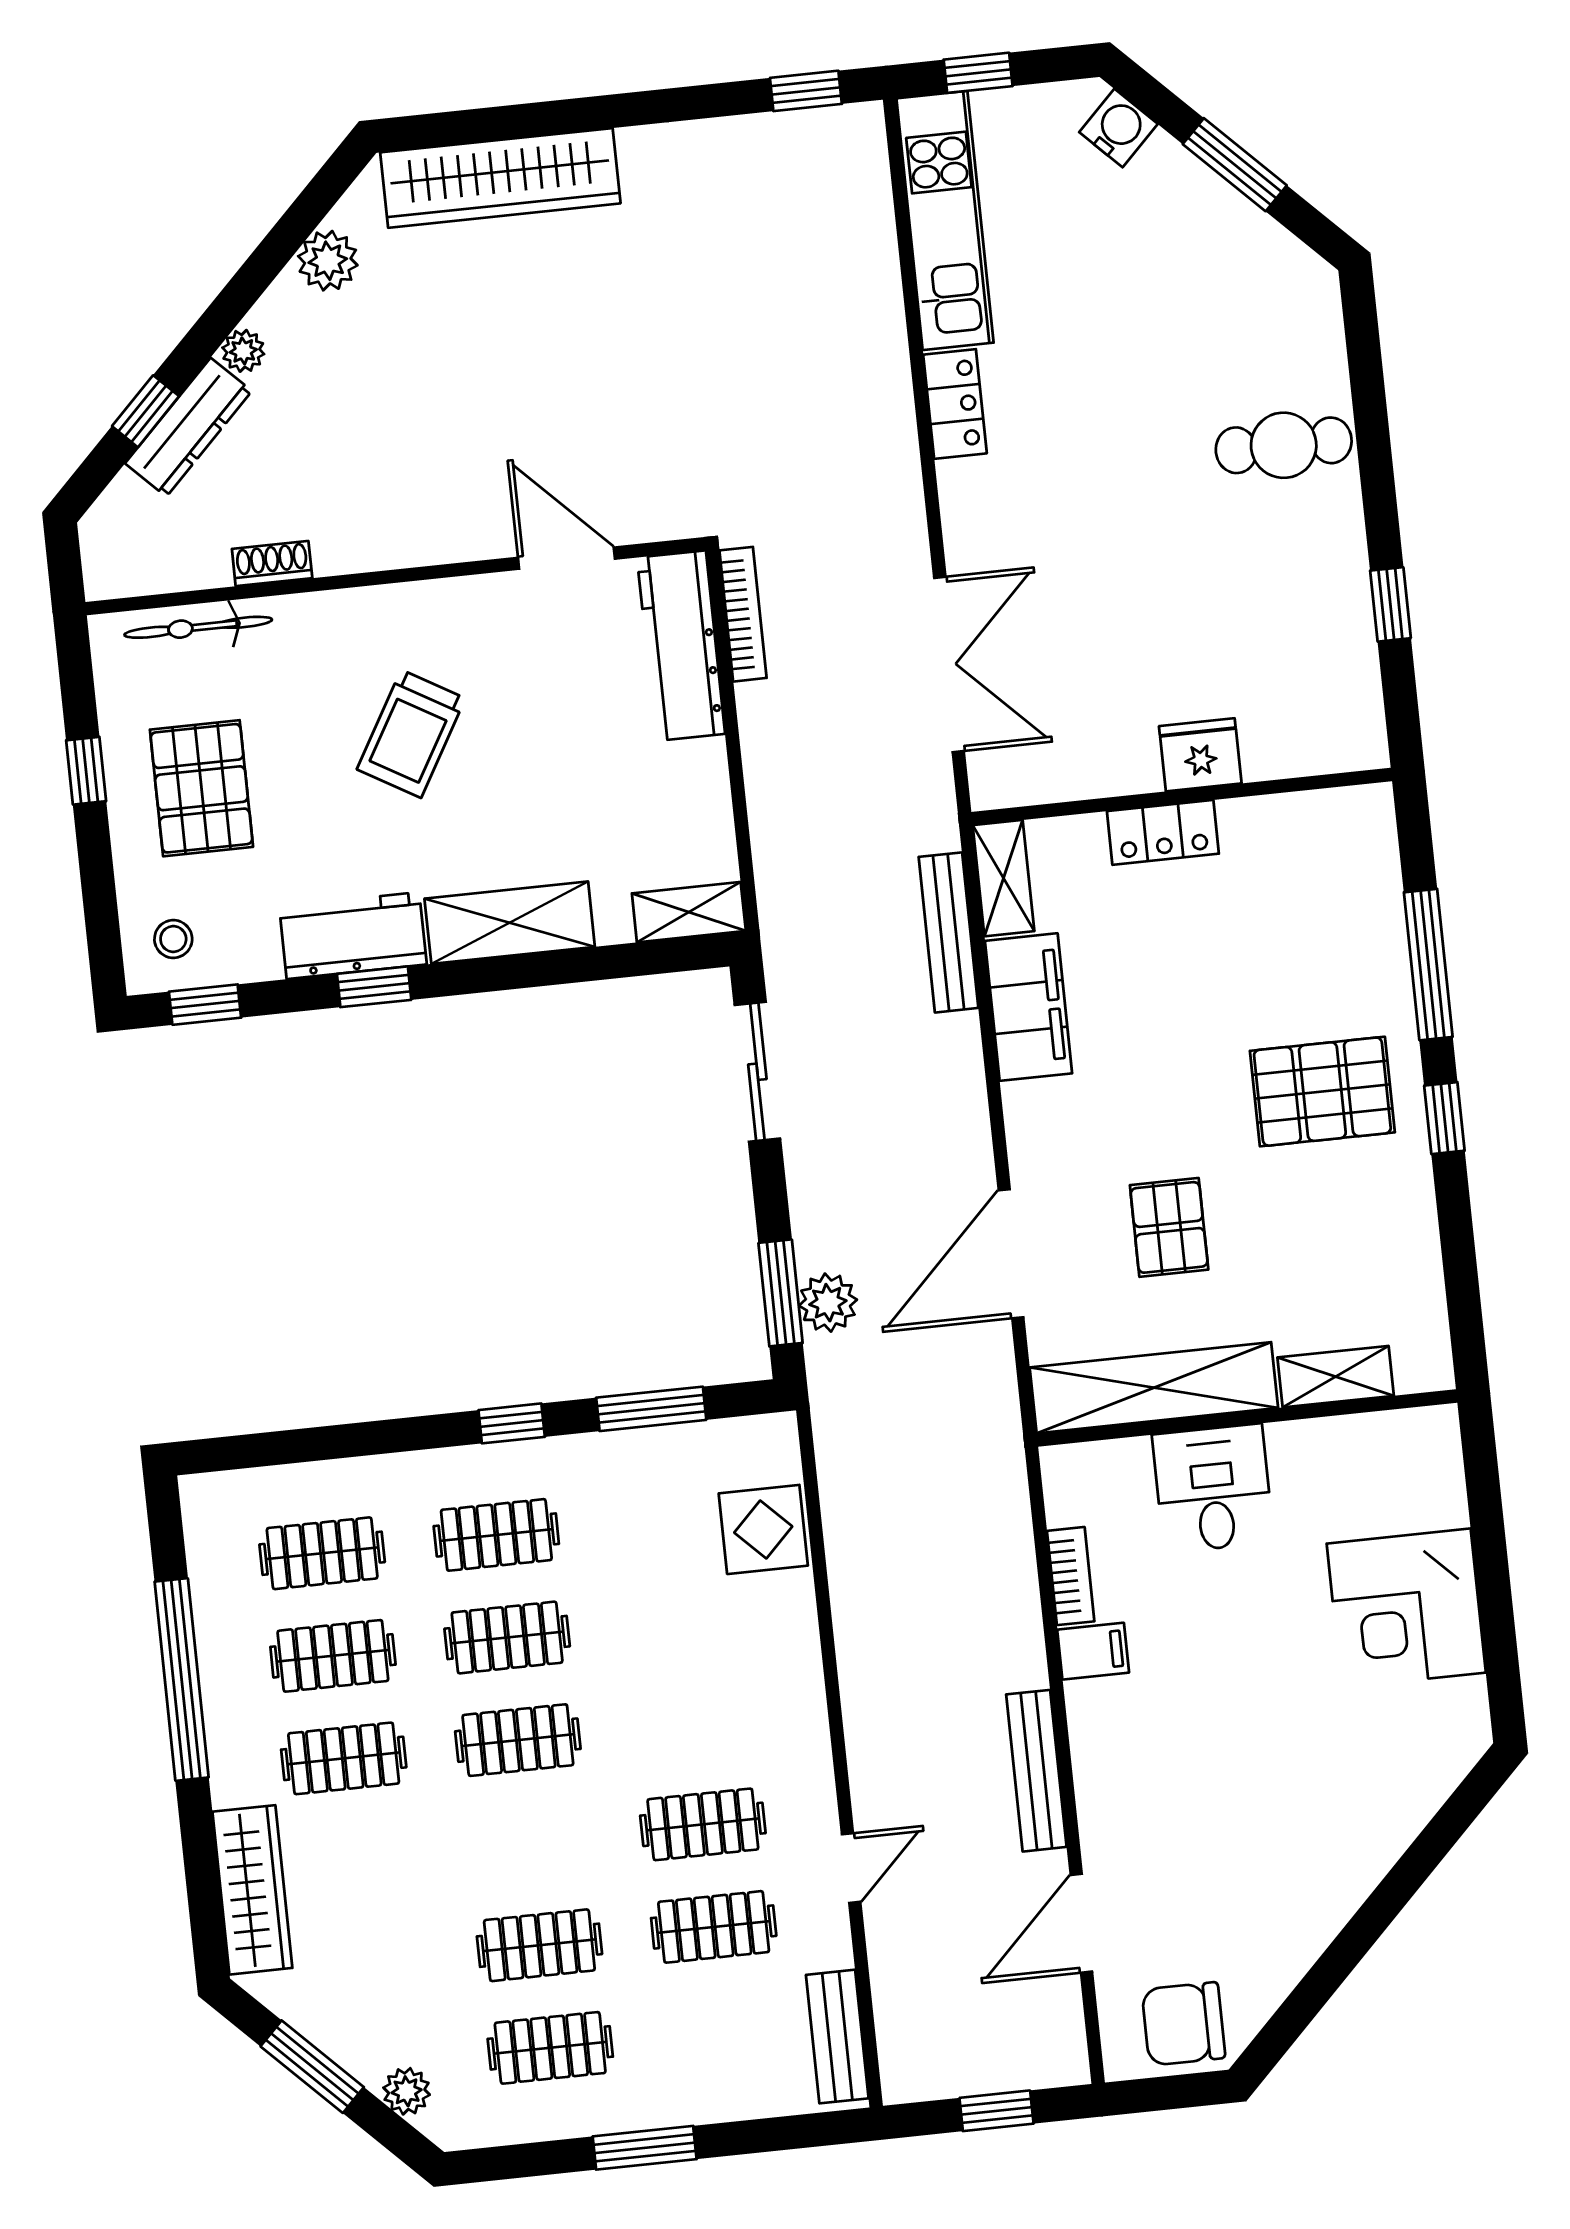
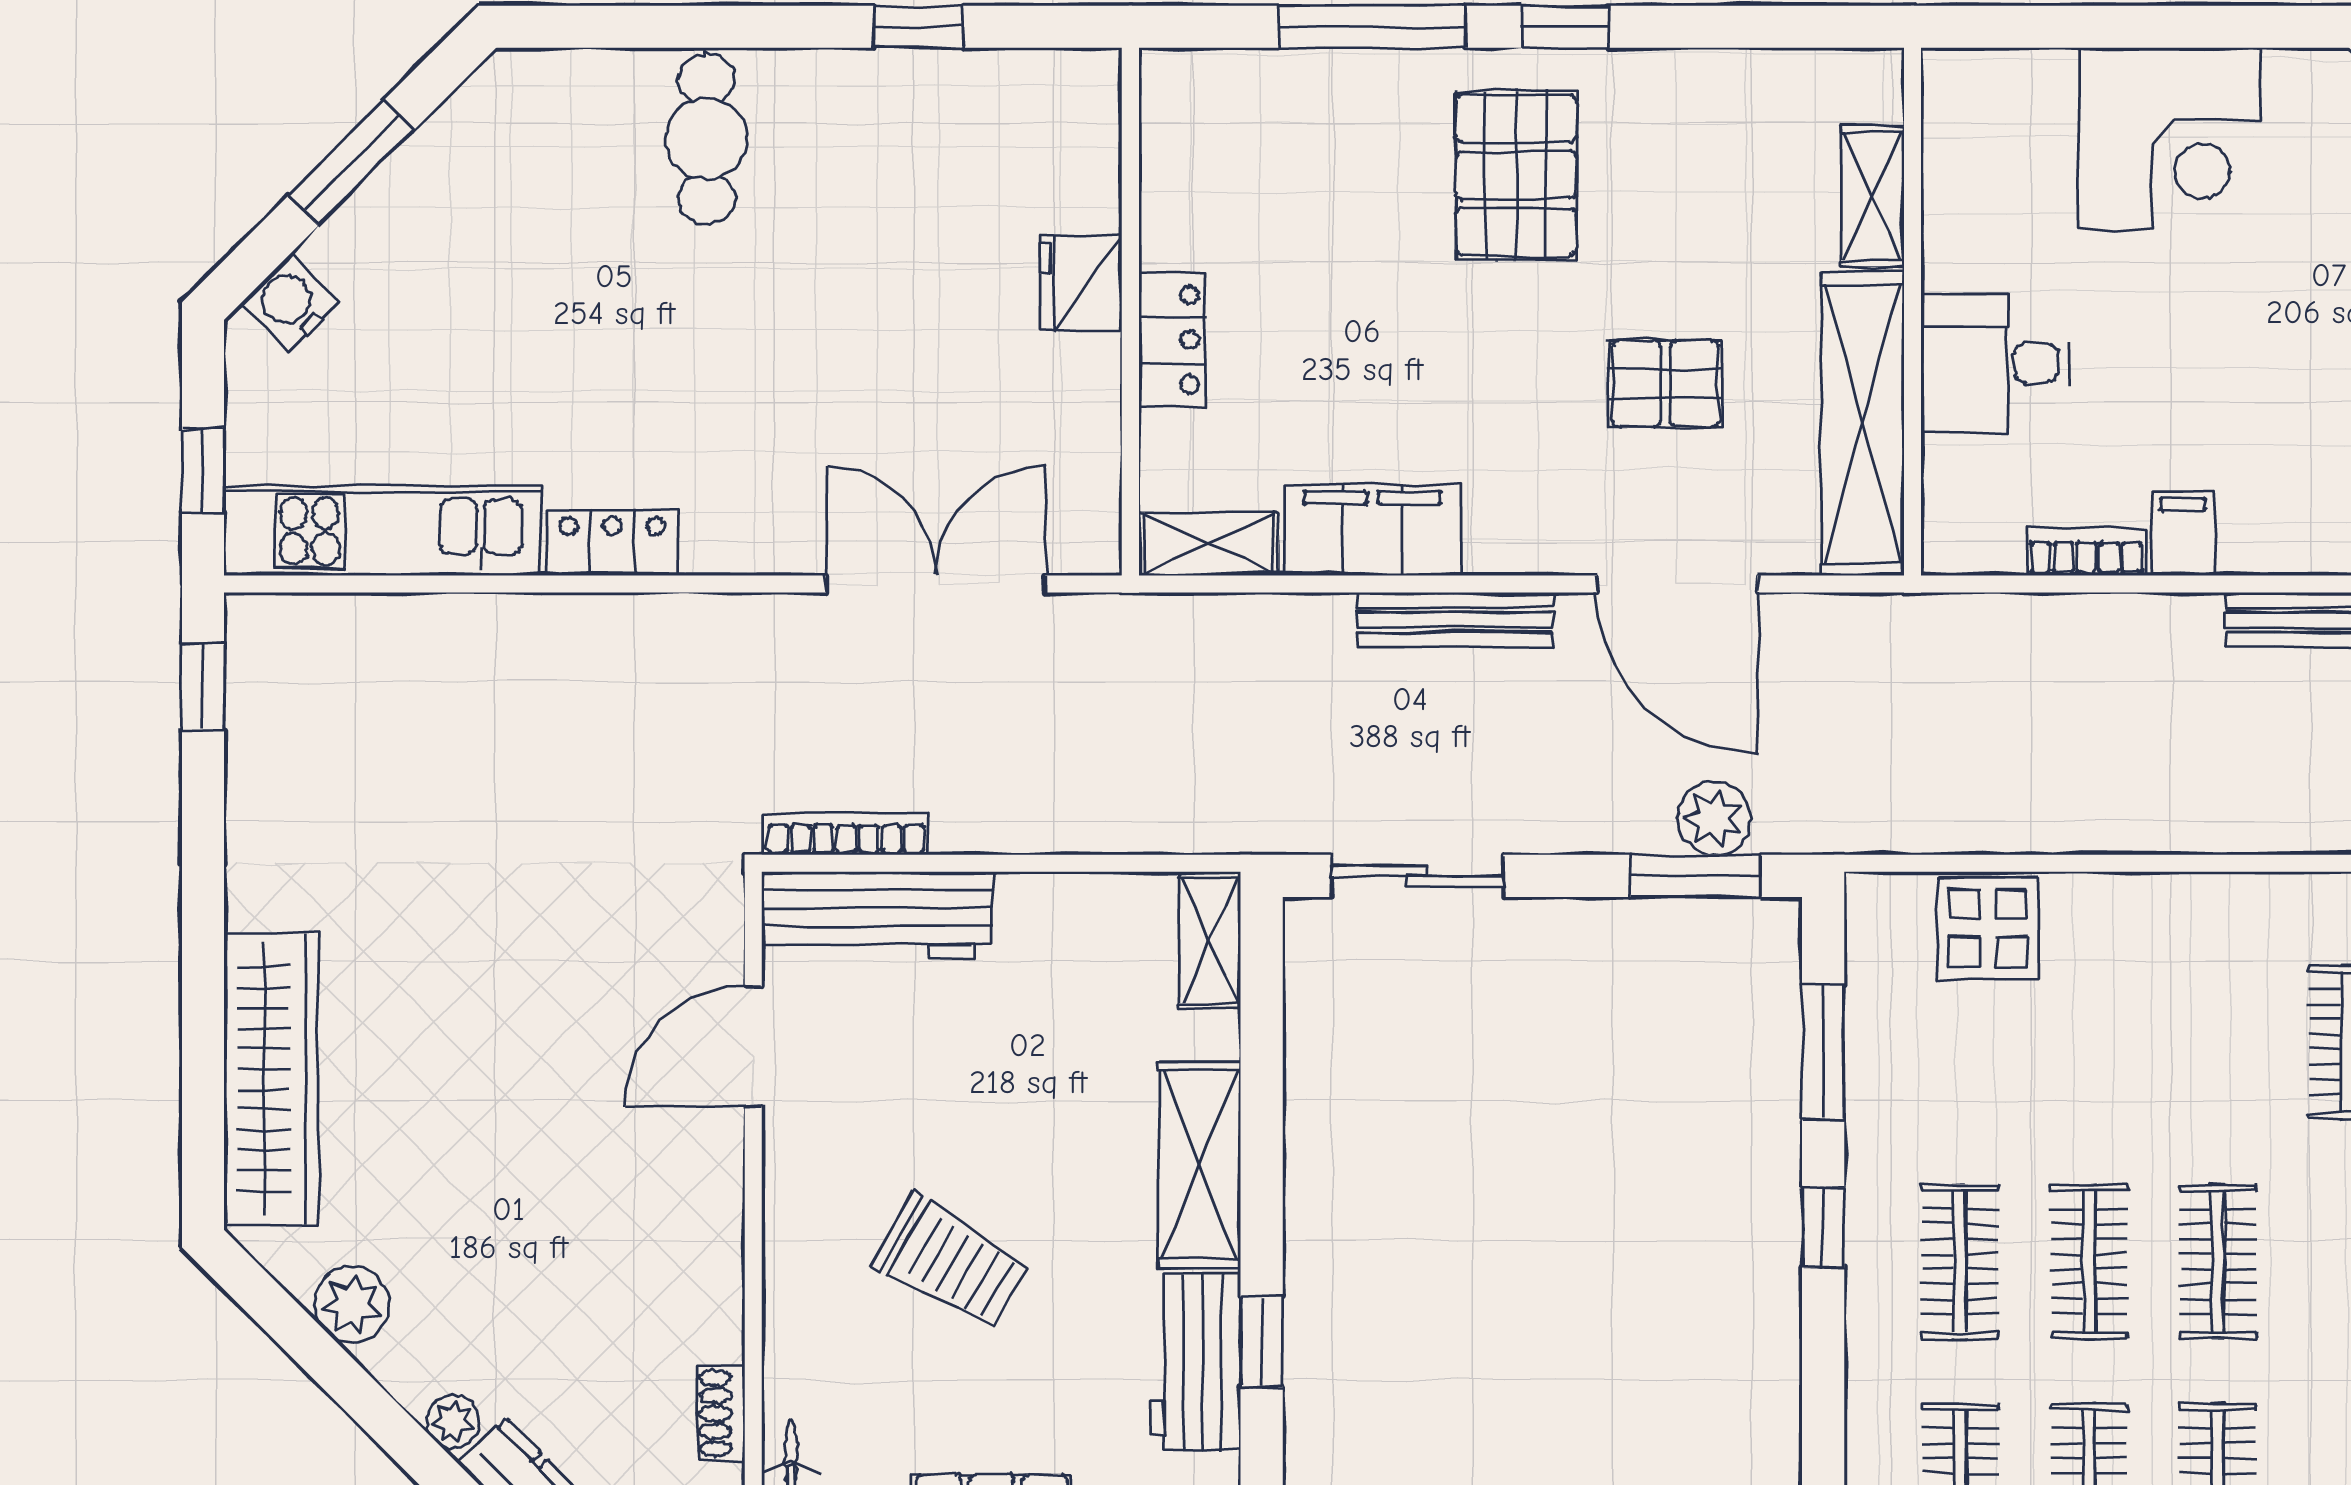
bench: (948, 932) -> (1455, 620), moved

